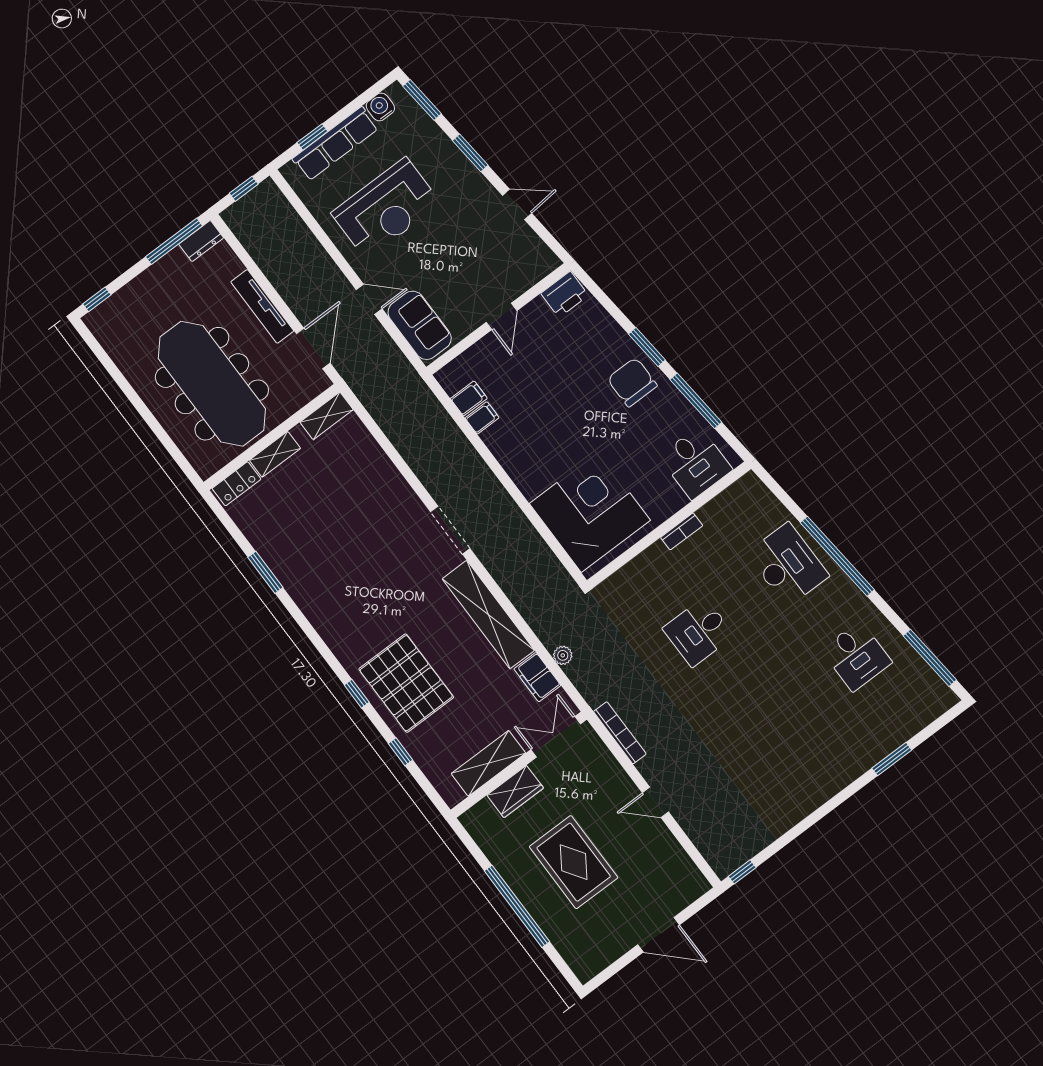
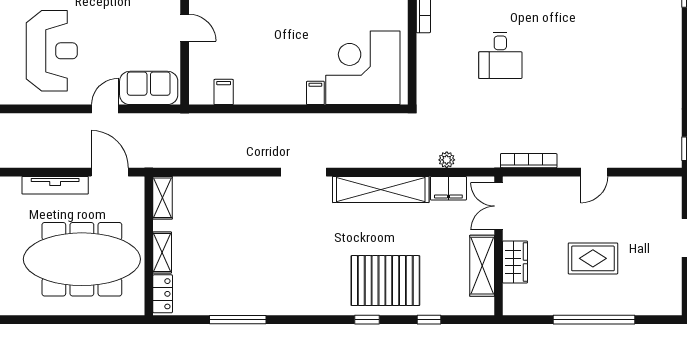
filing cabinet: (482, 418) -> (315, 93), moved
window: (265, 572) -> (238, 320), width x1.44
rug: (574, 862) -> (593, 258), width x0.73, depth x0.70

